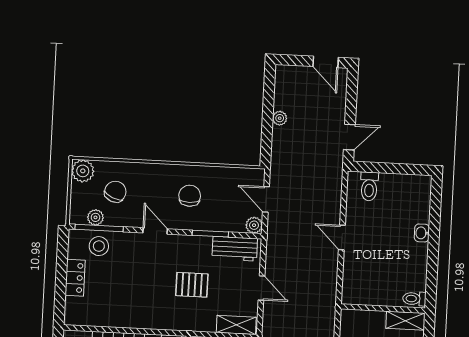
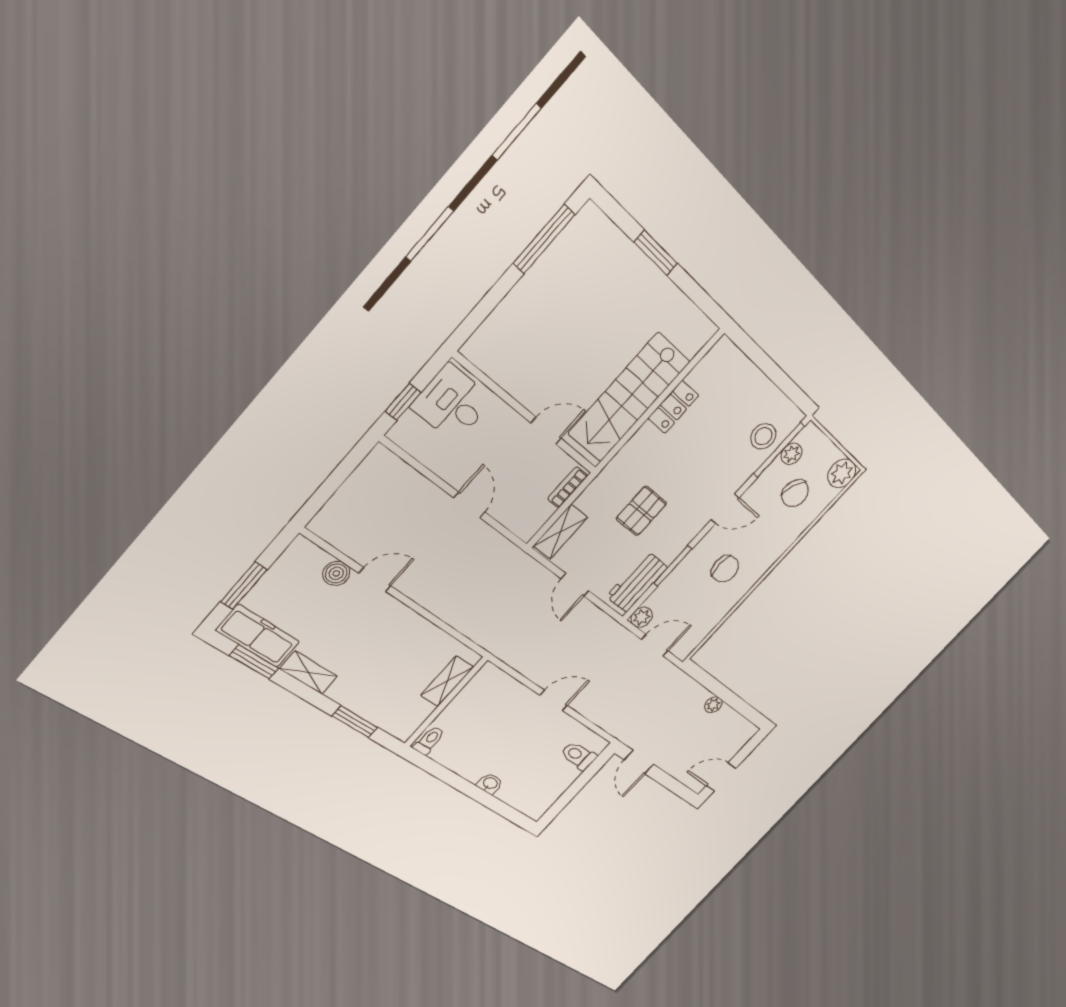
locker: (75, 278) -> (673, 407), moved, turned -90
door: (261, 288) -> (575, 585), hinge flipped
shelving: (405, 321) -> (447, 681), moved

